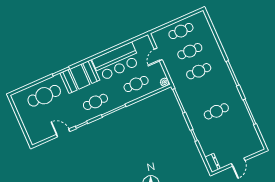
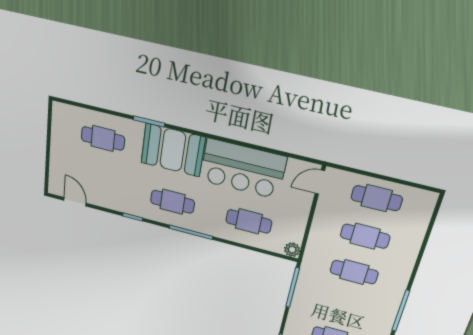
door: (158, 54) -> (320, 182), moved
cafe table: (44, 96) -> (103, 138), width x0.73, depth x0.74
door: (63, 133) -> (75, 202), moved

